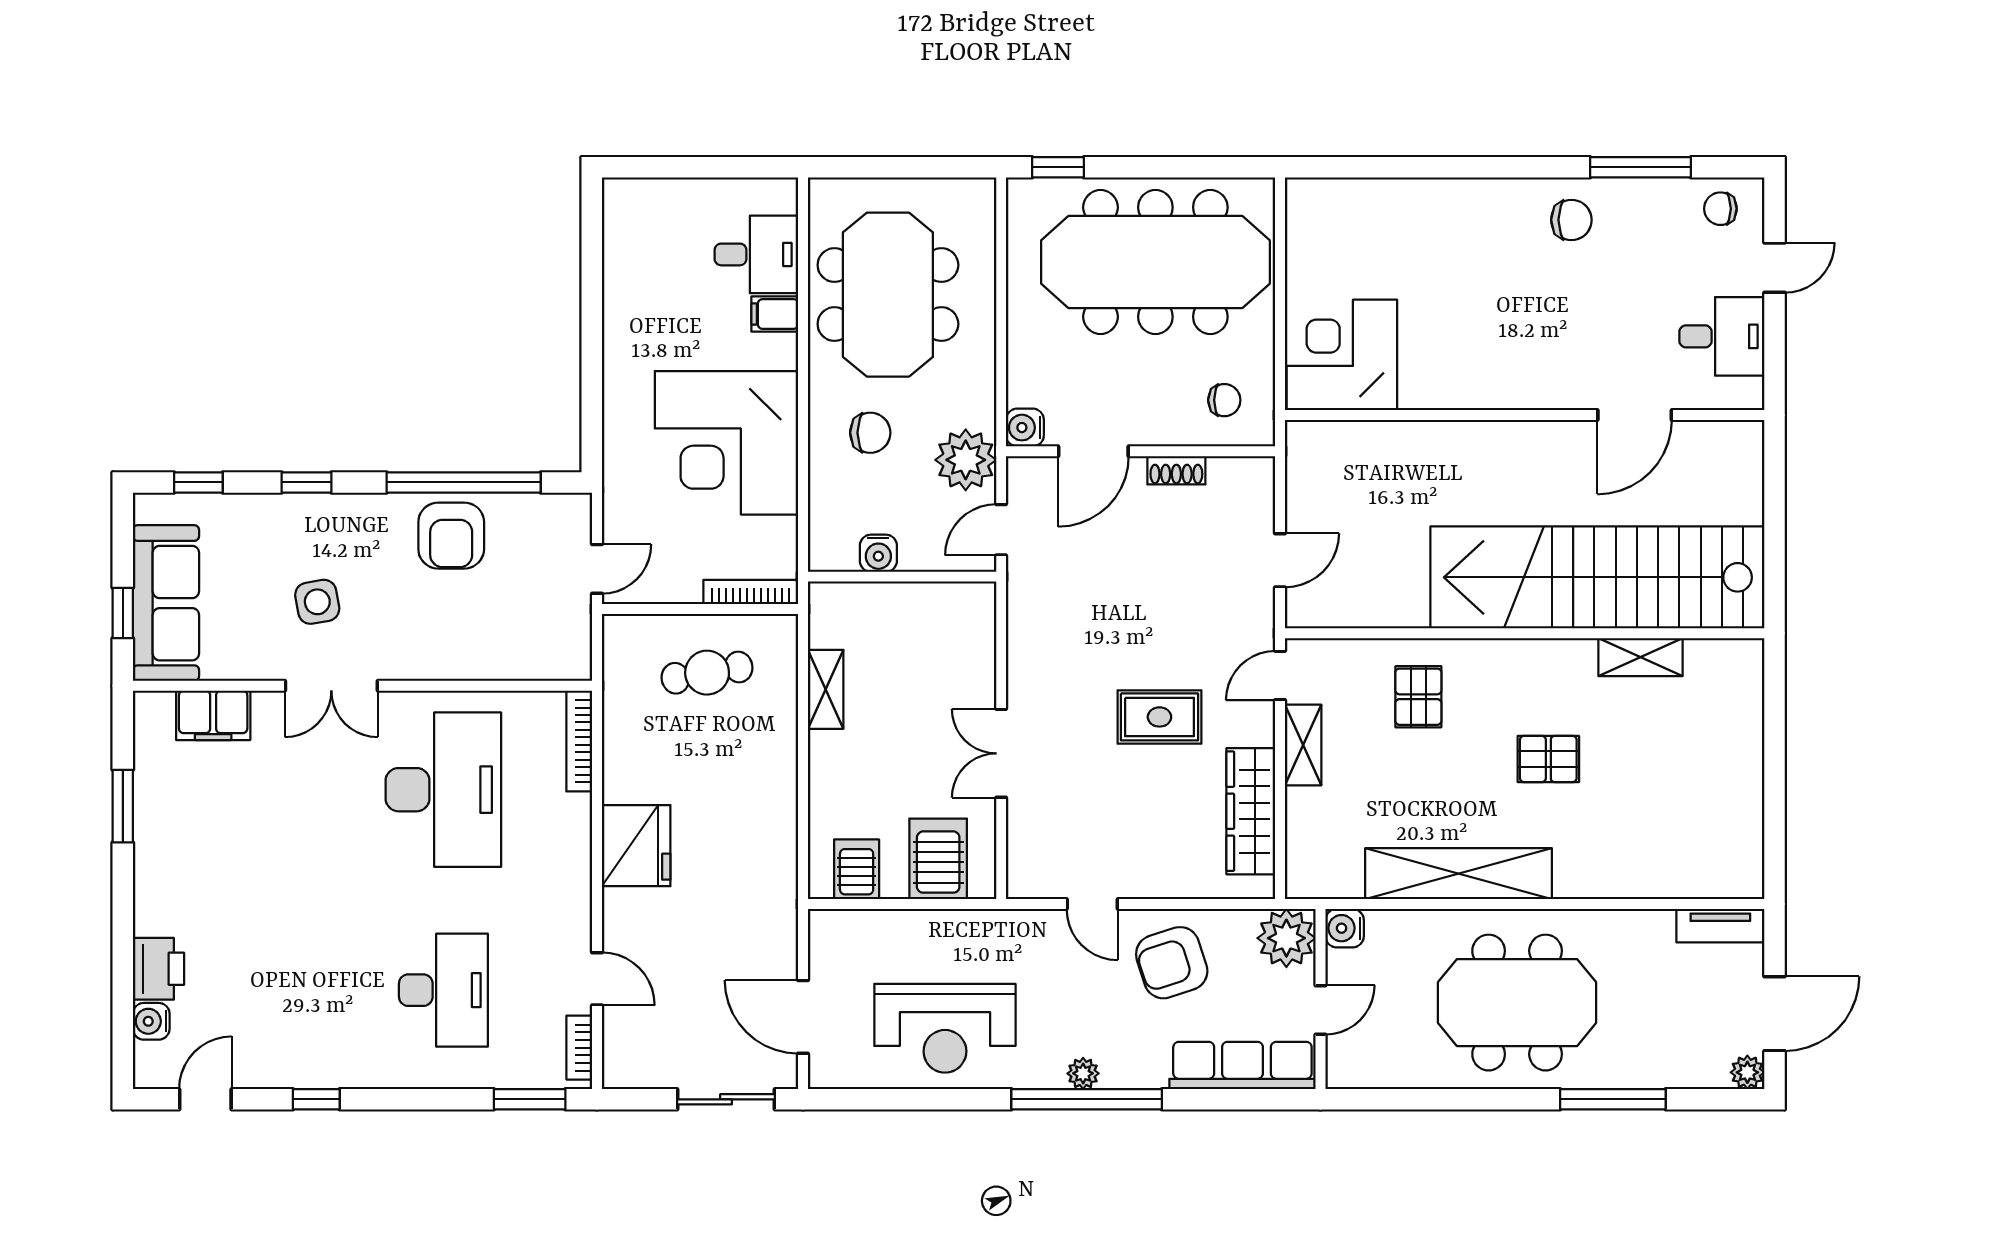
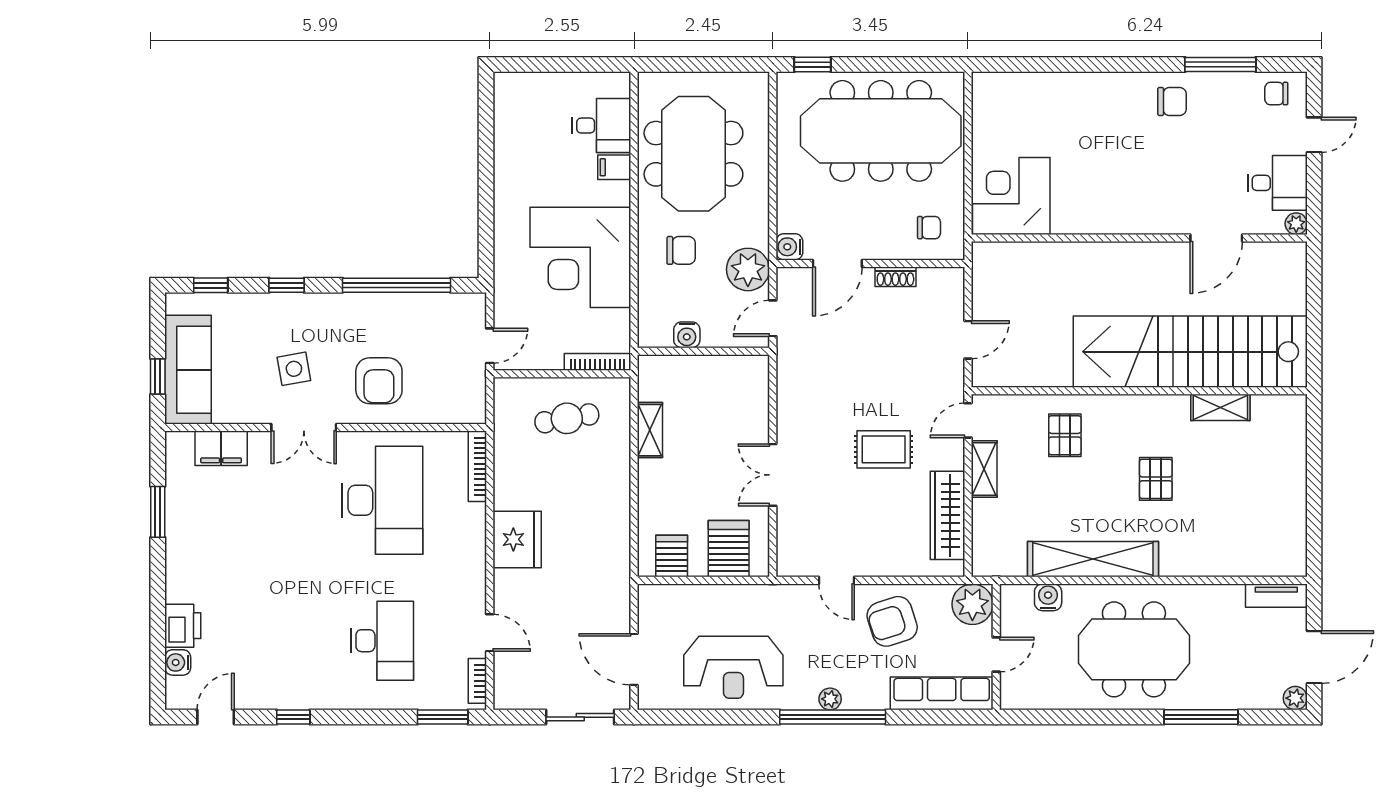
plant: (1749, 395) -> (1296, 224), added
armchair: (451, 536) -> (379, 381), moved
pallet: (1548, 759) -> (1156, 479), turned 90
water cooler: (1345, 928) -> (1048, 597), moved, turned 90

